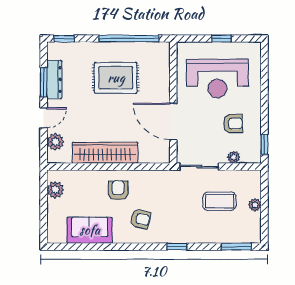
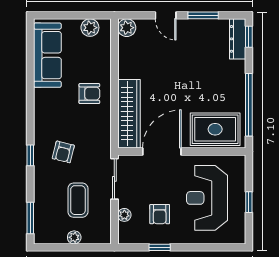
rug: (116, 78) -> (215, 129), moved, turned 90
dresser: (54, 79) -> (238, 39), moved, turned 90
plant: (55, 142) -> (127, 28), moved
window: (264, 144) -> (160, 247), moved
wardrobe: (105, 153) -> (129, 114), moved
armchair: (140, 219) -> (63, 152), moved
sofa: (90, 230) -> (47, 55), width x1.36

